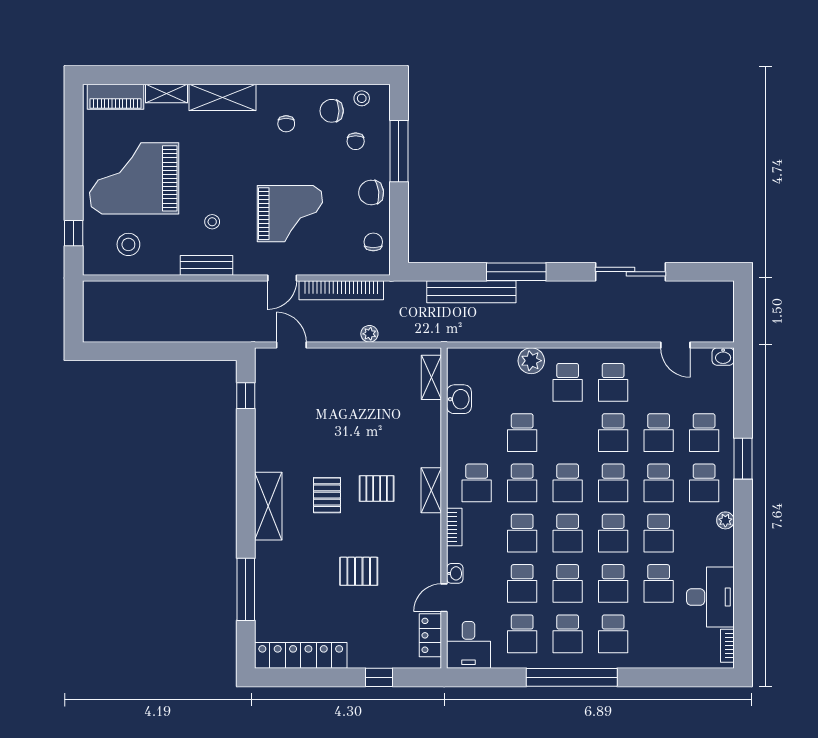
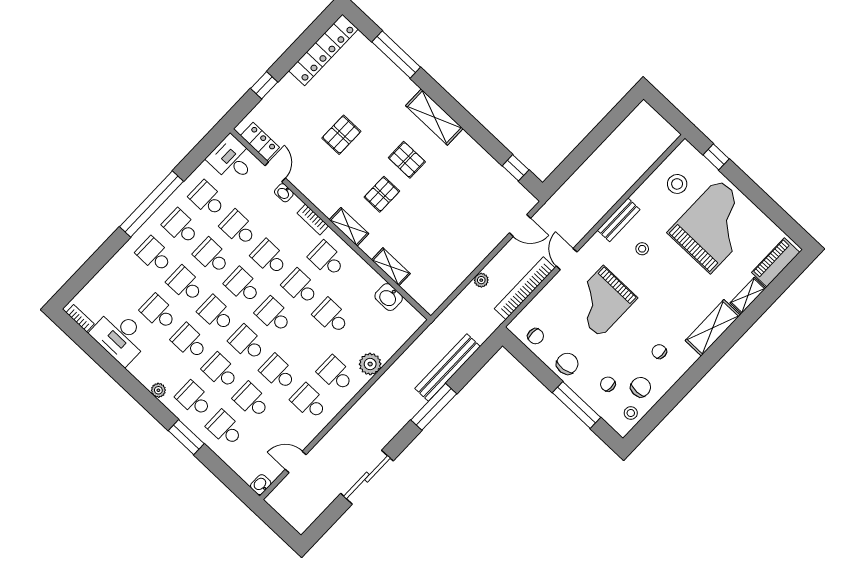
shelving: (431, 377) -> (391, 267), moved

